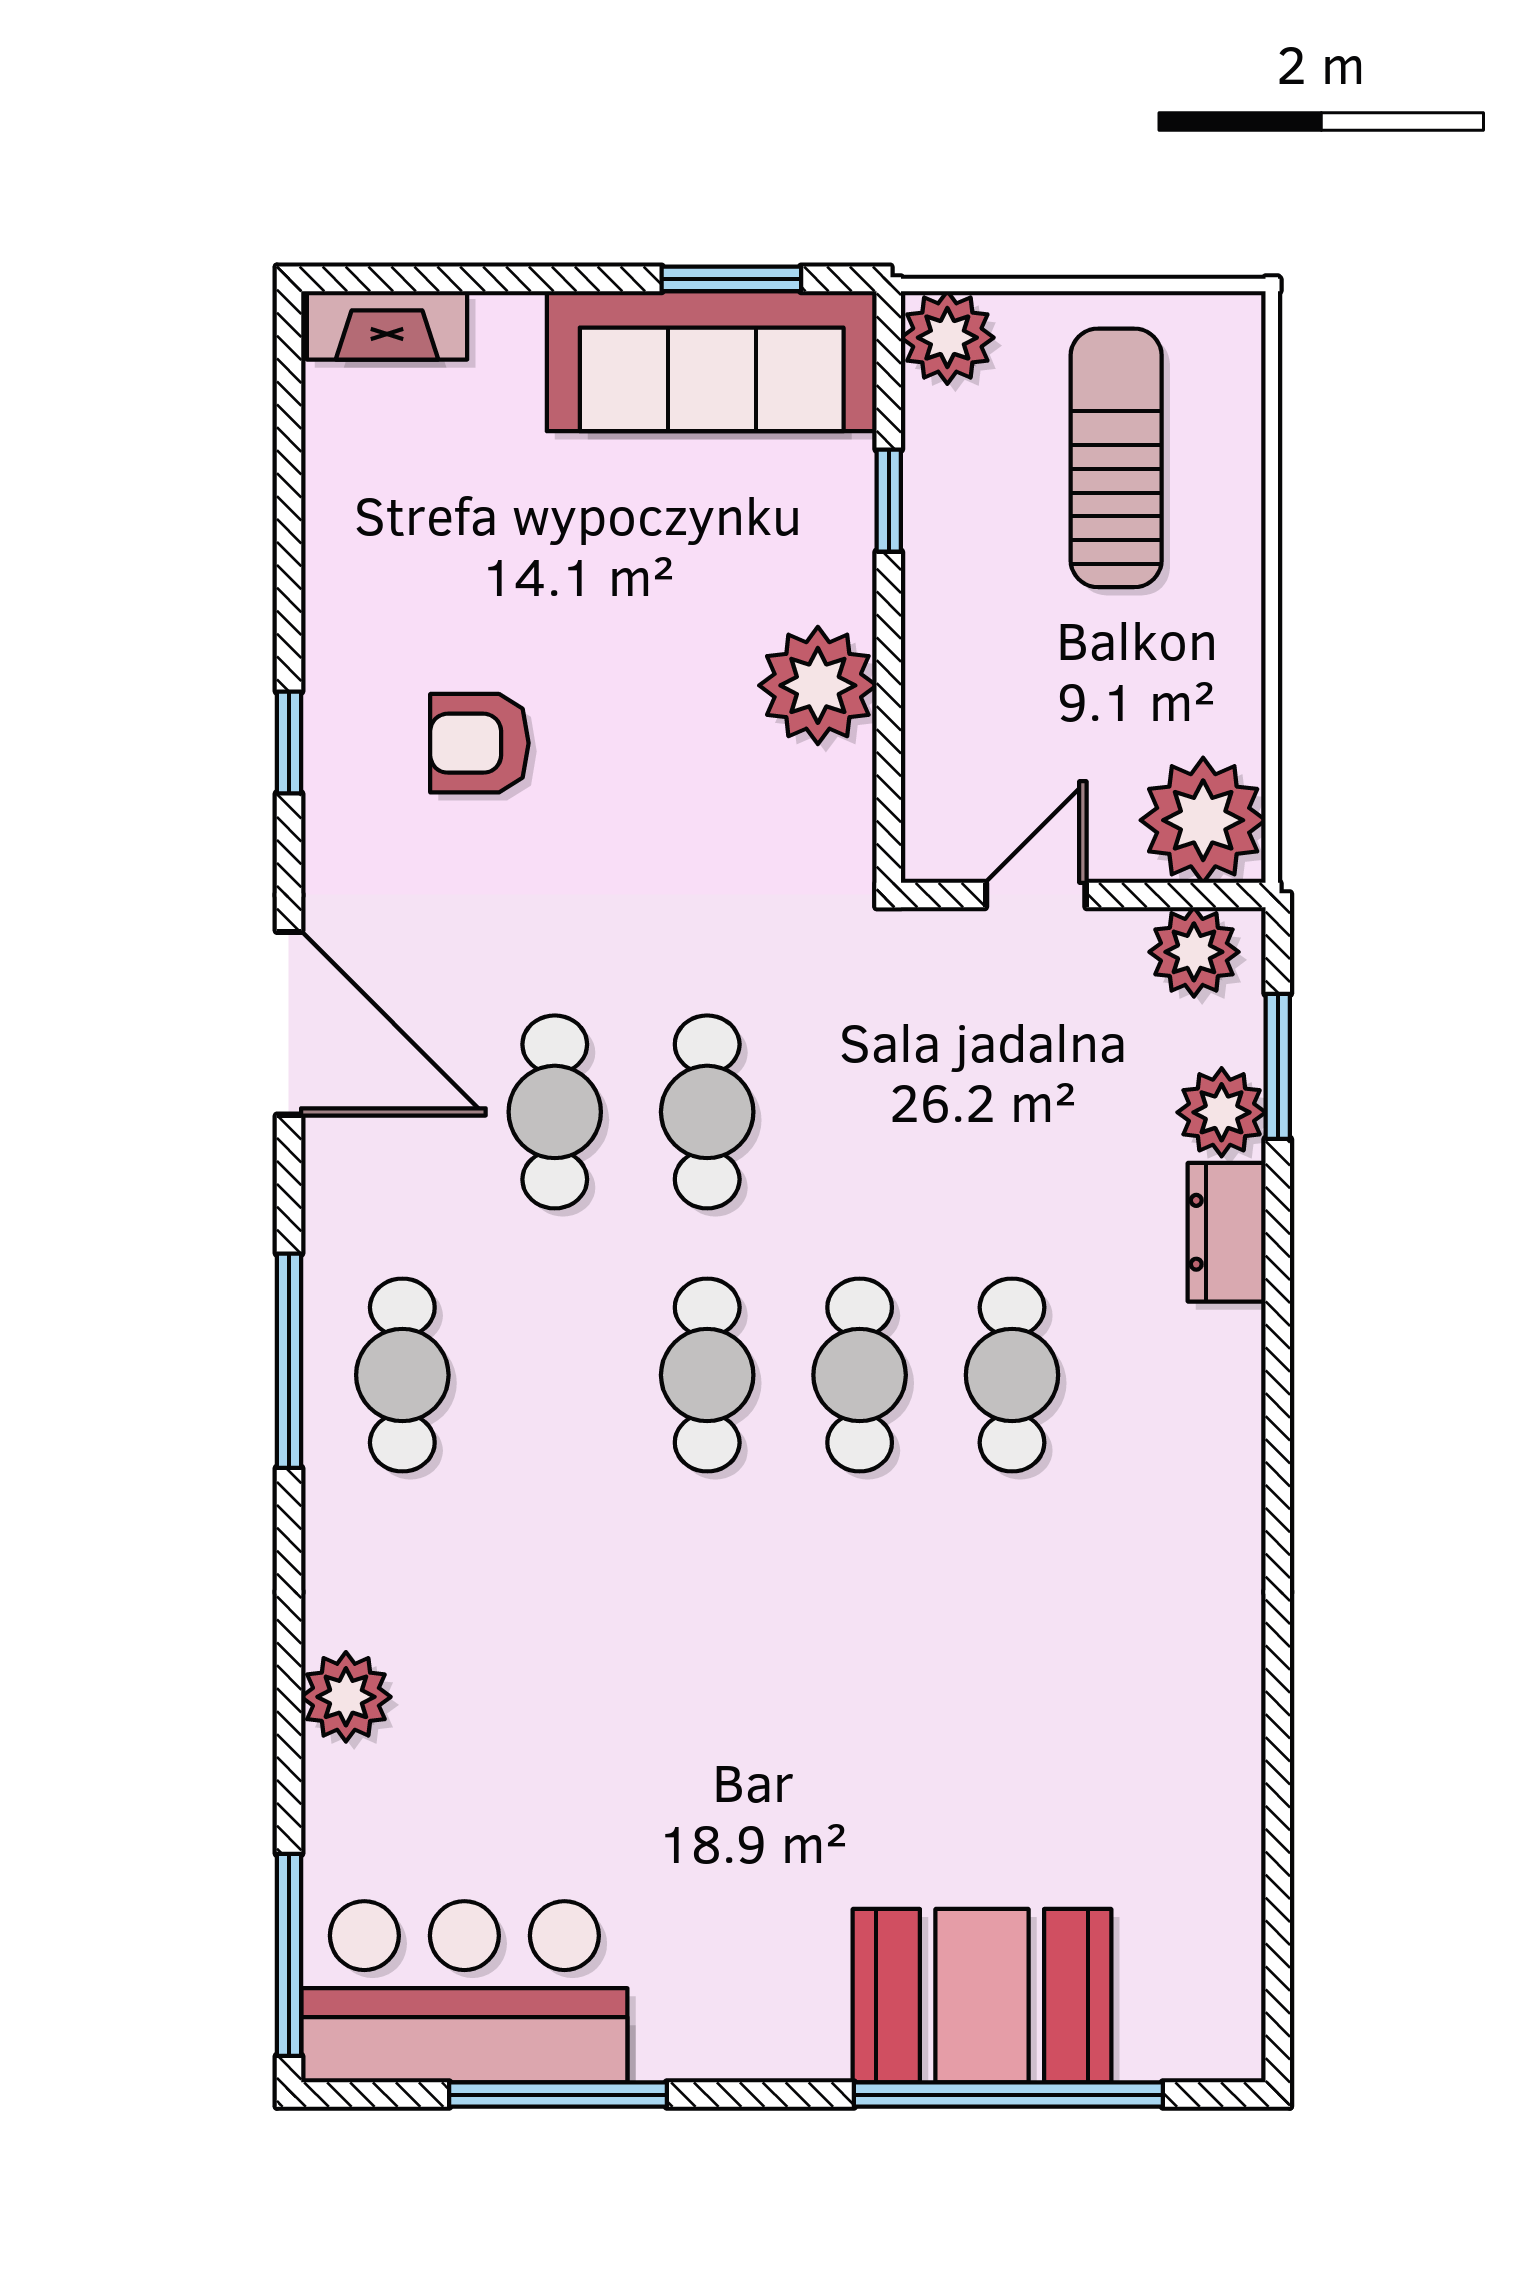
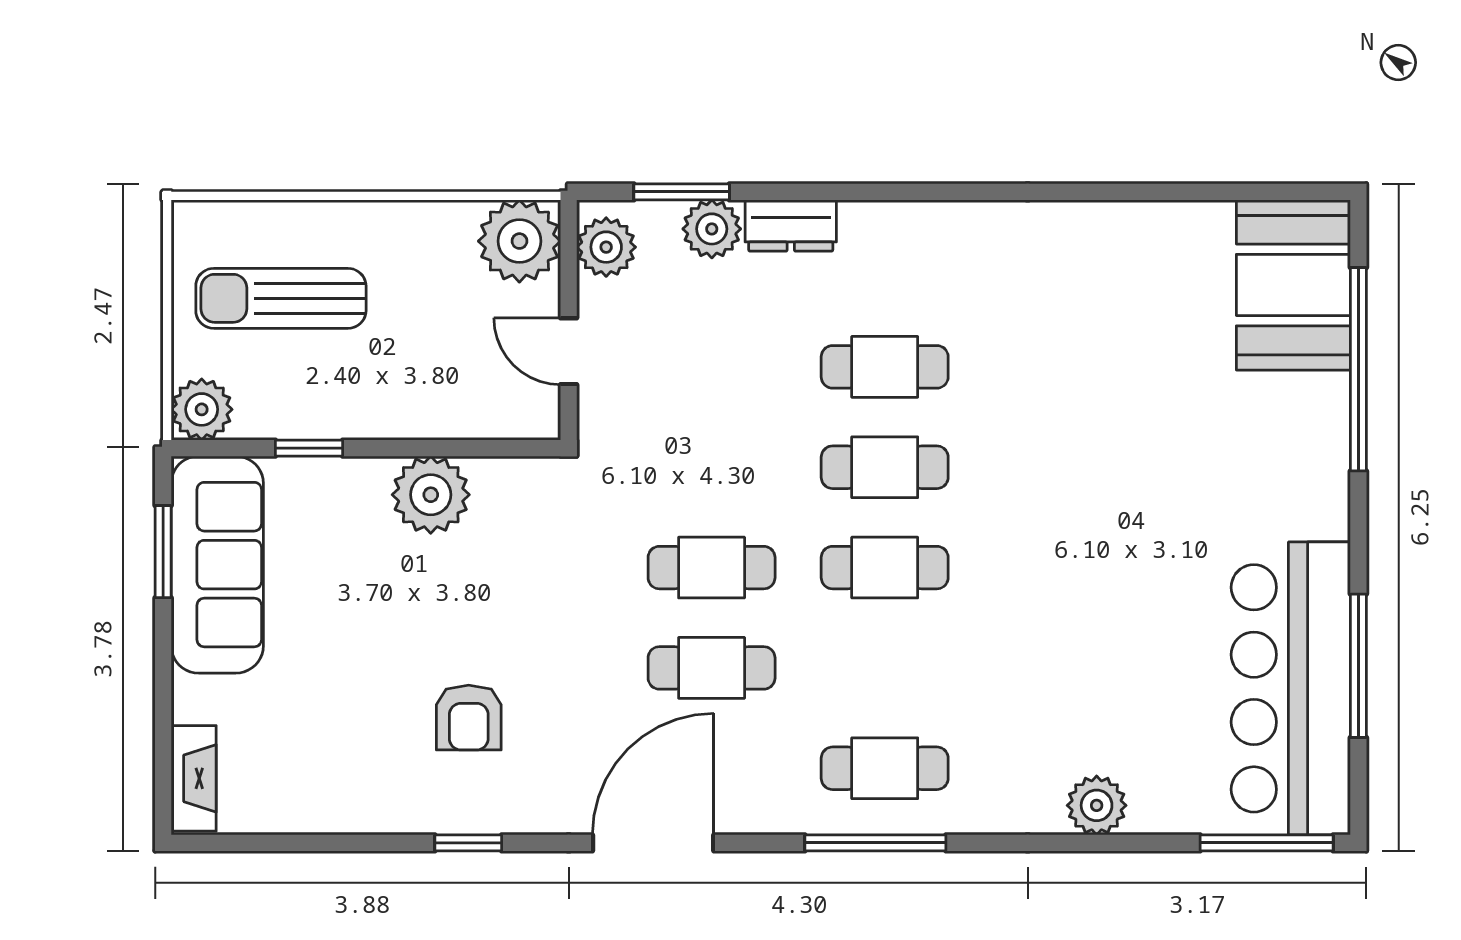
bar counter: (464, 1992) -> (1291, 688), width x1.36
booth: (982, 1996) -> (1293, 285), moved

